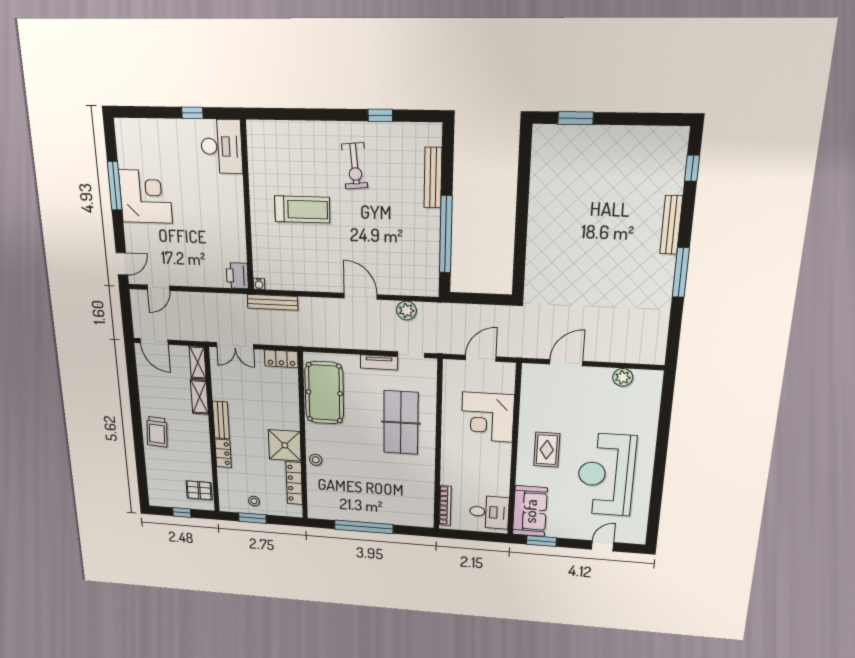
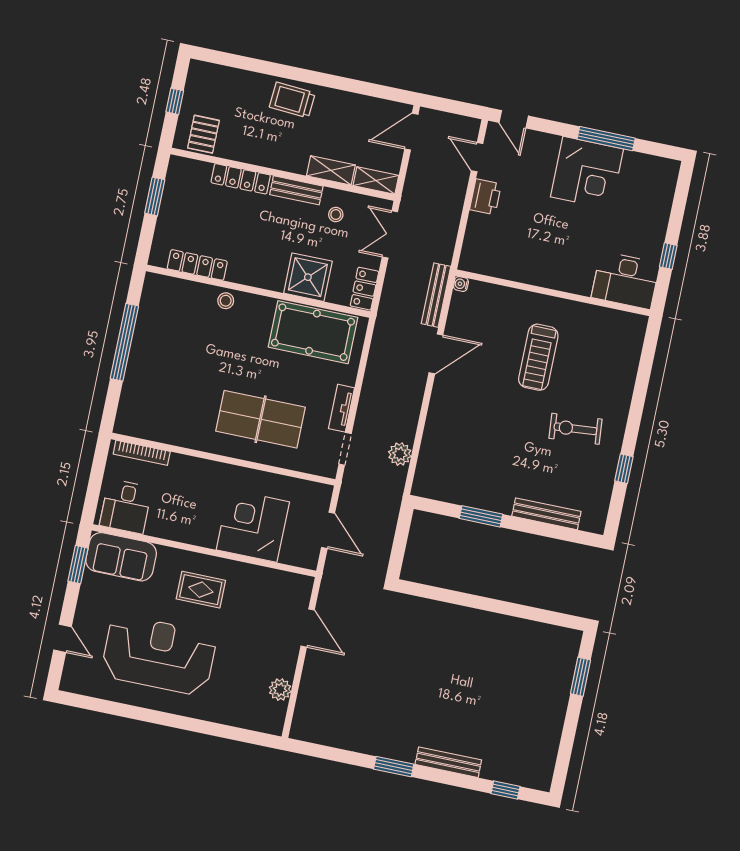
window: (446, 234) -> (481, 516), width x0.47
window: (681, 272) -> (394, 767), width x0.69
printer: (237, 276) -> (485, 197), moved, turned 90
door: (361, 296) -> (436, 354), moved
shower: (285, 445) -> (308, 277), moved
locker: (223, 453) -> (241, 179), width x1.53
stool: (254, 501) -> (336, 215), moved

